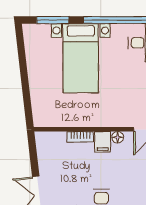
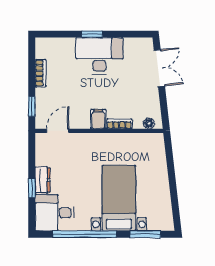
floor lamp: (118, 137) -> (149, 123), moved

